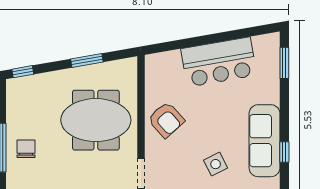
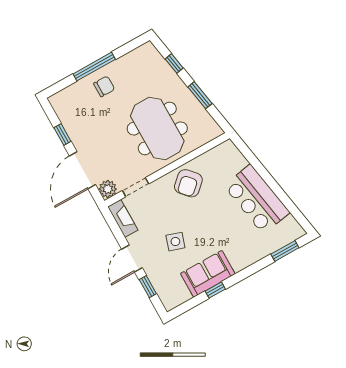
window: (23, 72) -> (174, 63), moved
sofa: (265, 141) -> (208, 274), width x0.73
side table: (216, 164) -> (175, 242), turned 45

